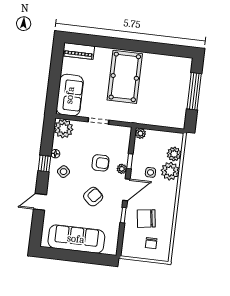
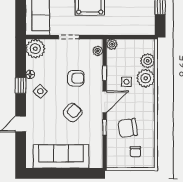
plant: (122, 169) -> (98, 51), moved

